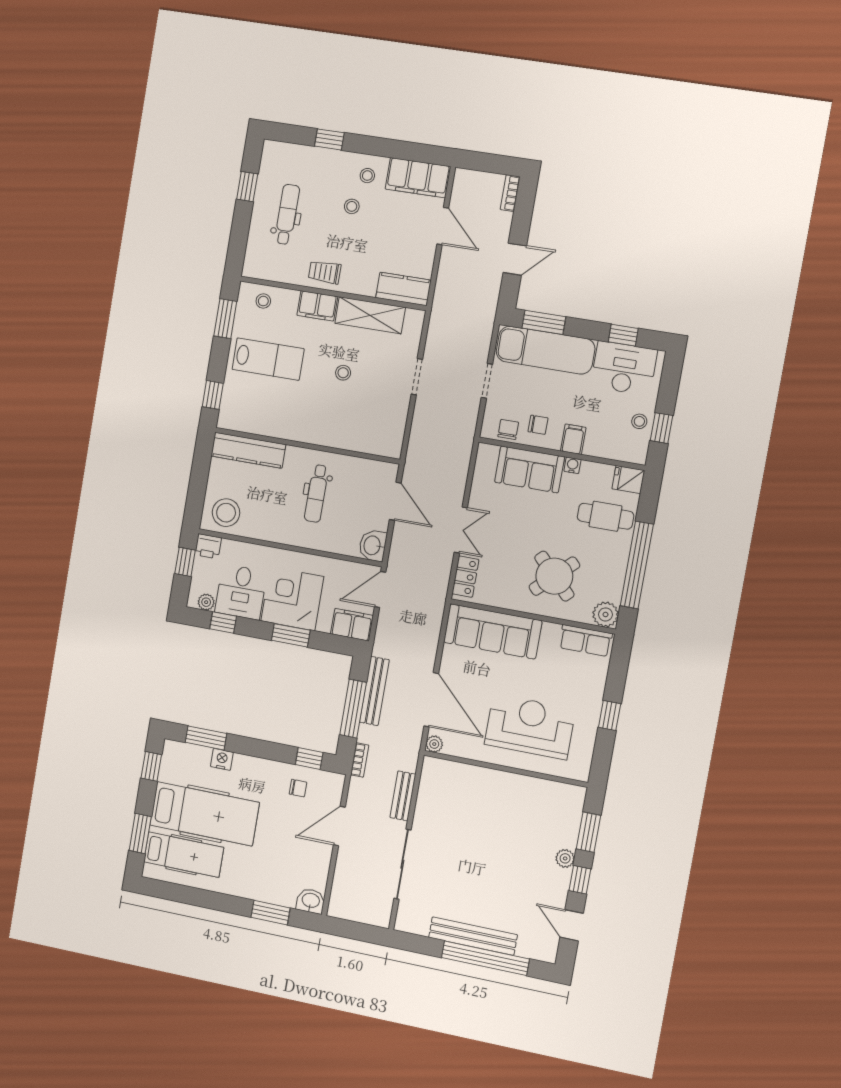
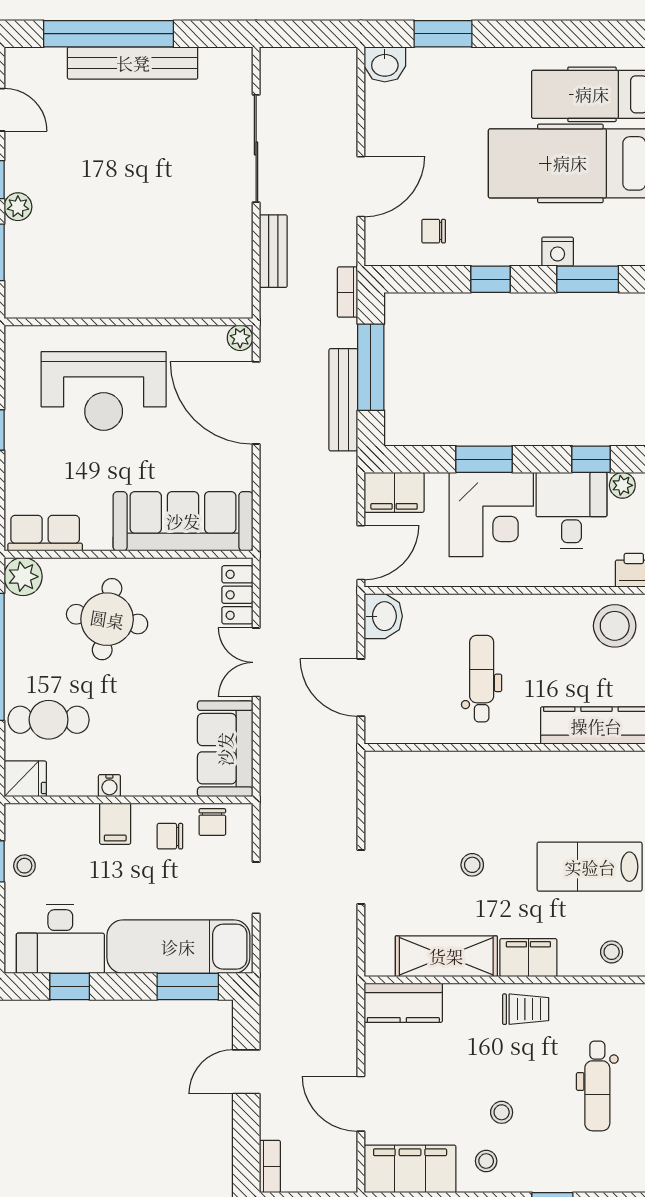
sofa: (530, 469) -> (225, 749), moved, turned -90
round table: (554, 576) -> (107, 619), turned -37
window: (309, 758) -> (491, 279), moved

